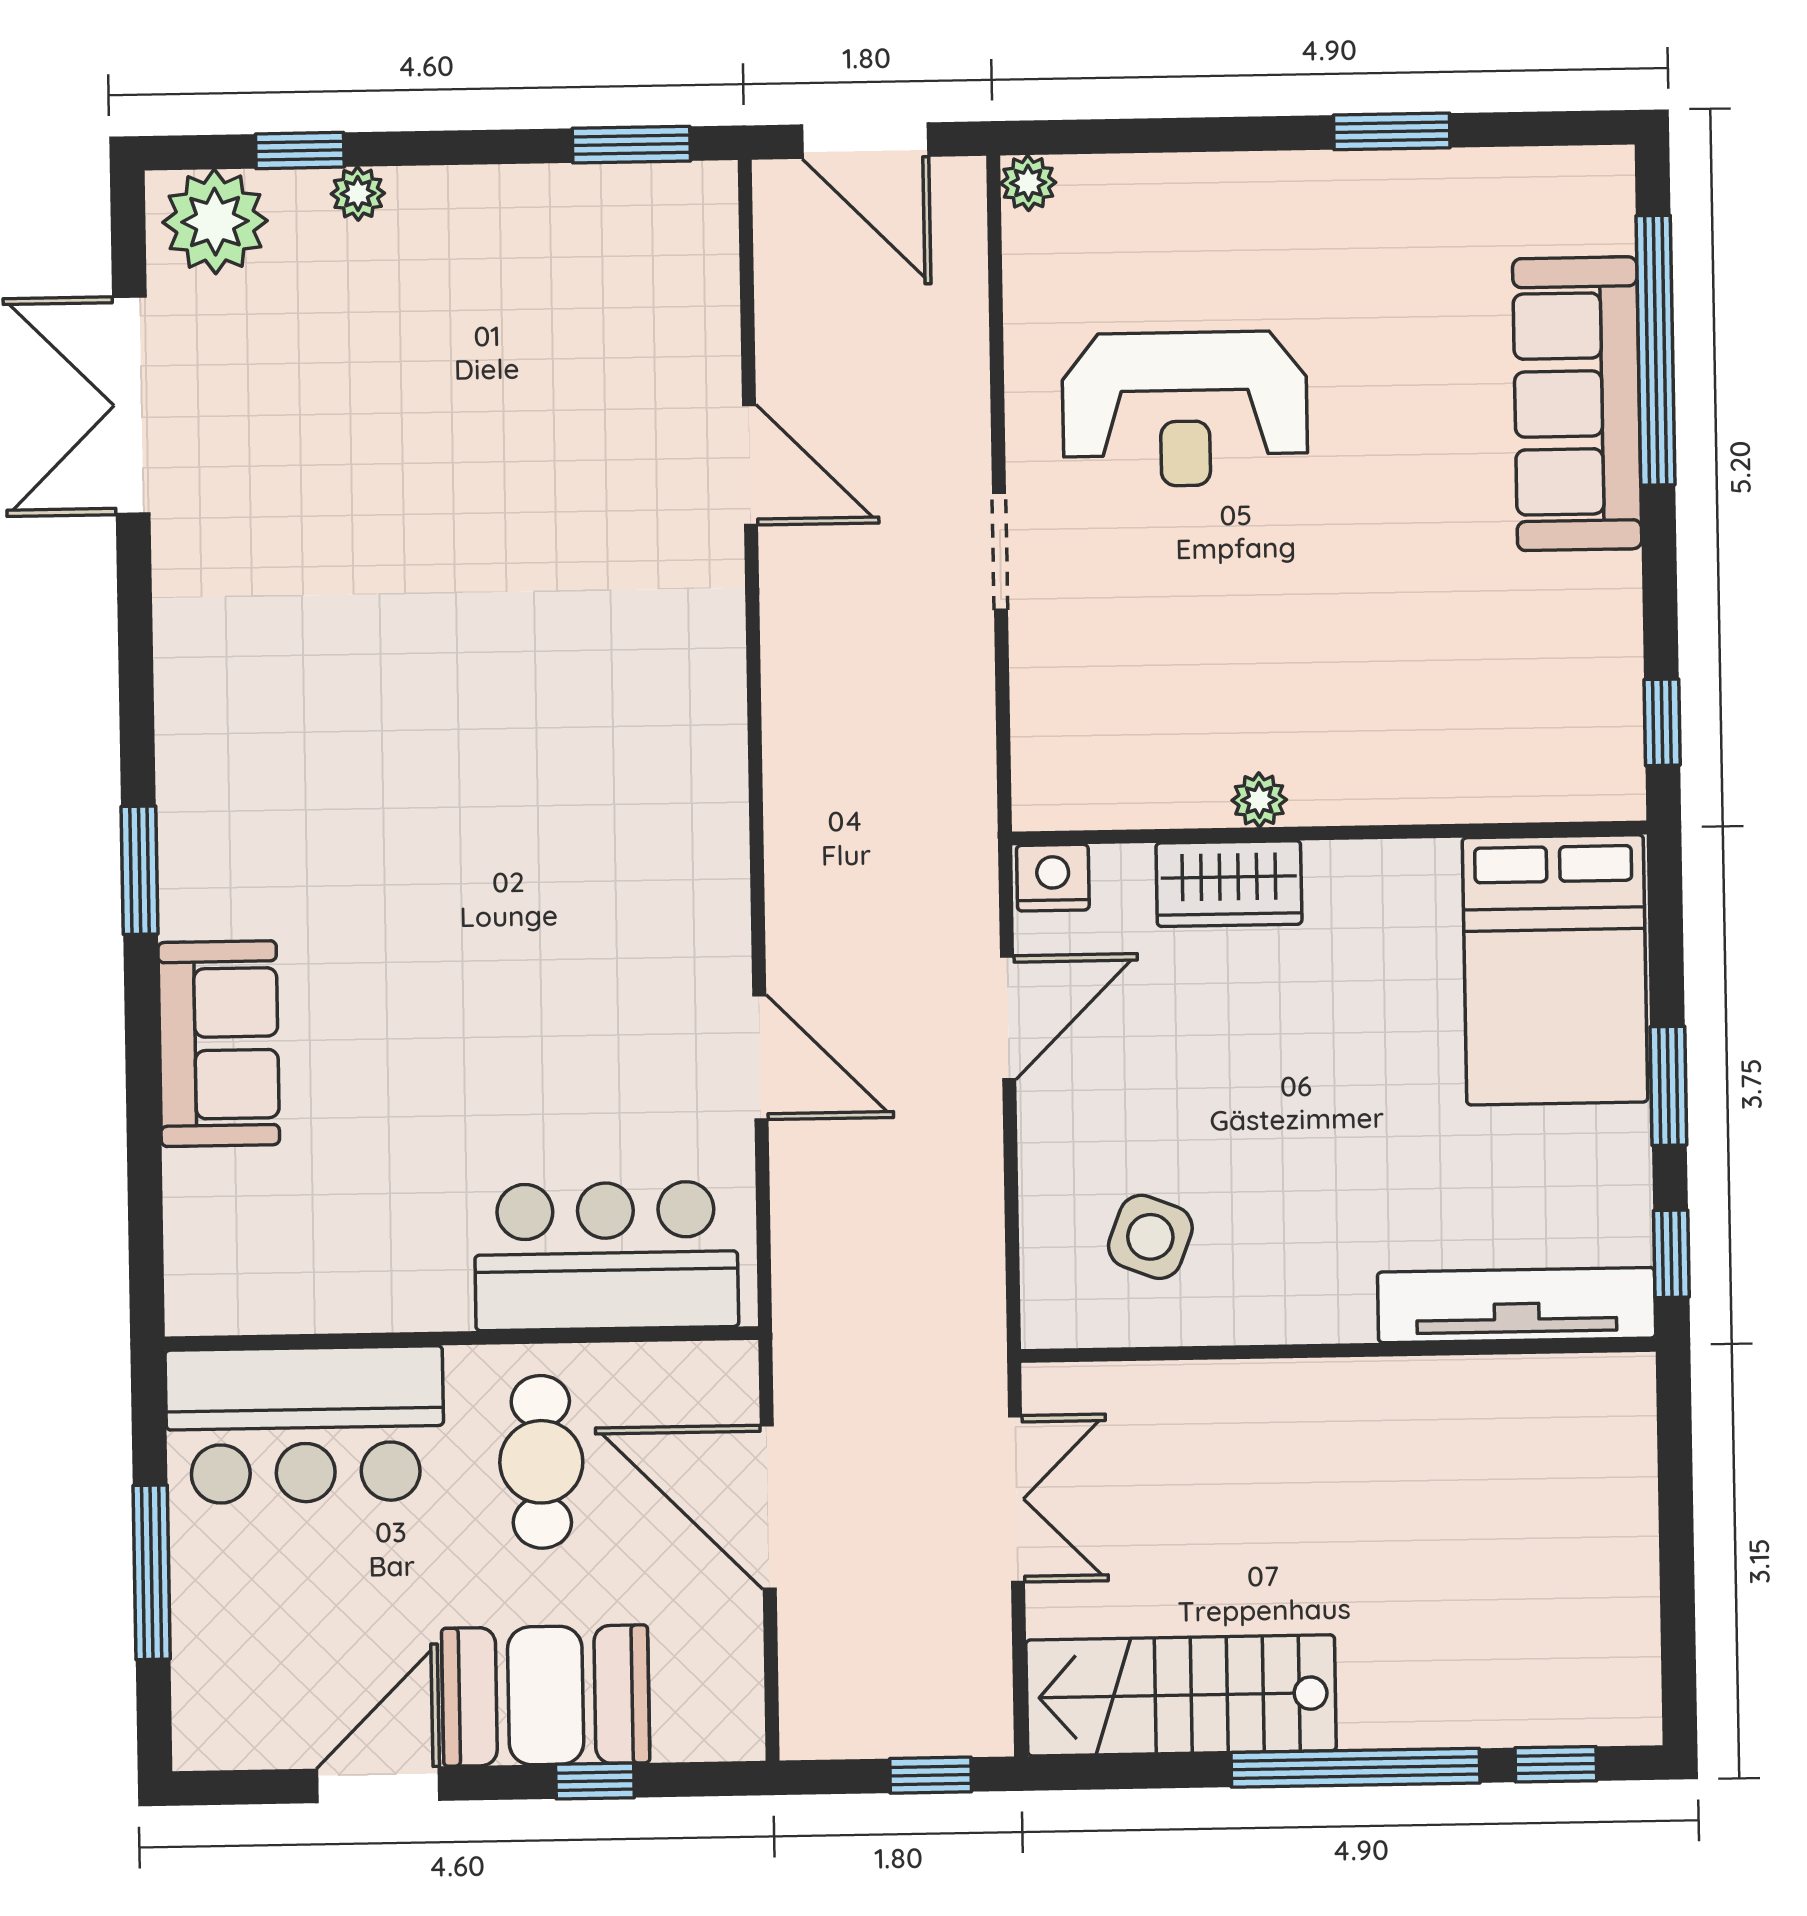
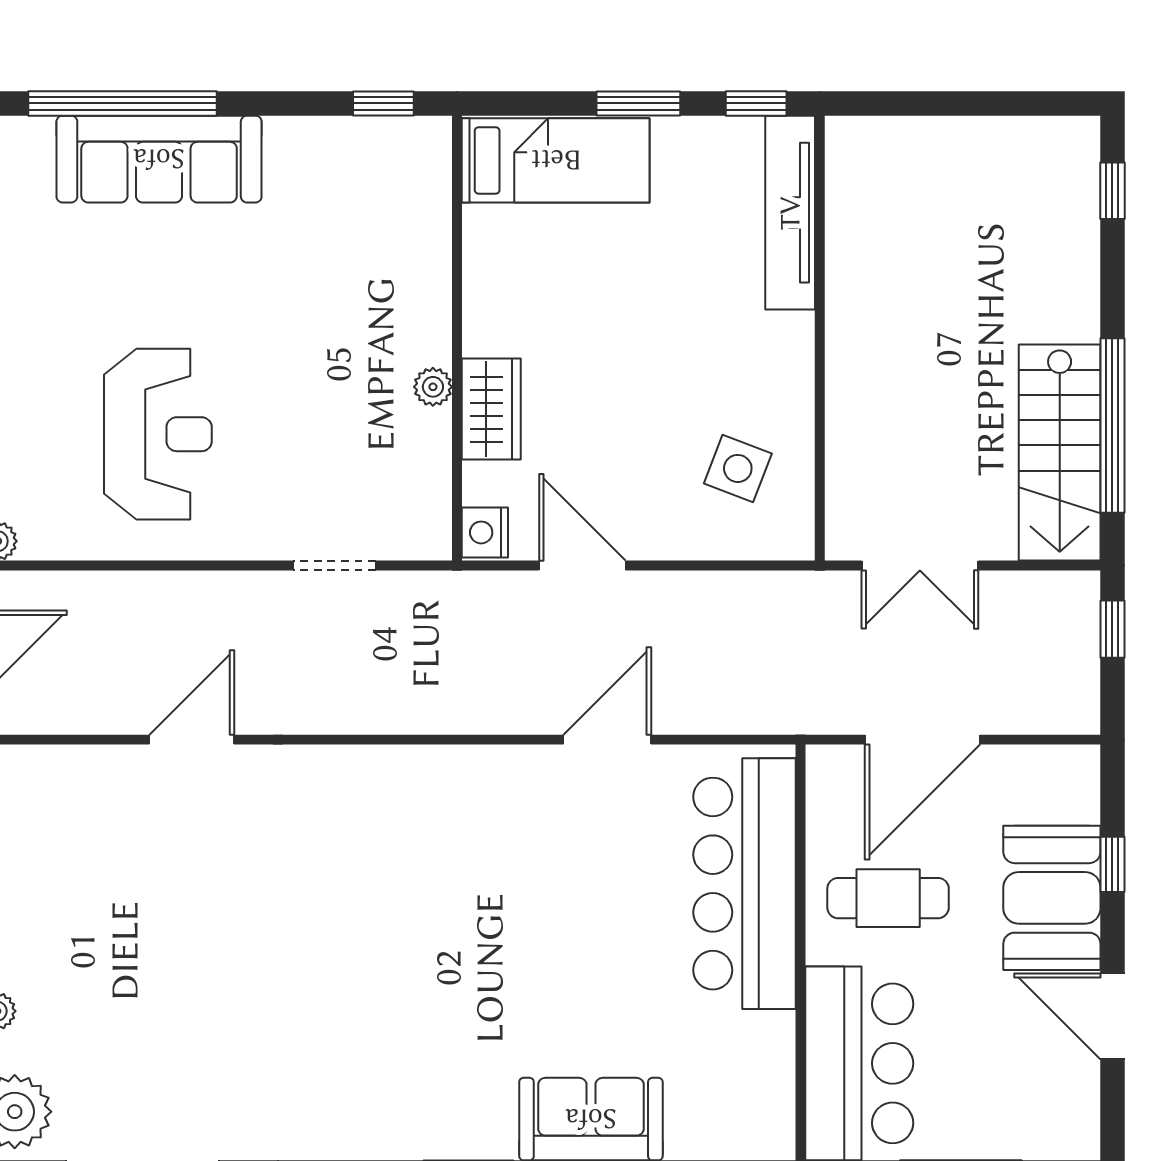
doorway: (1000, 551) -> (335, 565), moved
bed: (1555, 970) -> (556, 160), width x0.67
bar counter: (606, 1256) -> (744, 884), width x1.36
double door: (1017, 1499) -> (920, 565), swing flipped
window: (1355, 1768) -> (1112, 425), moved

